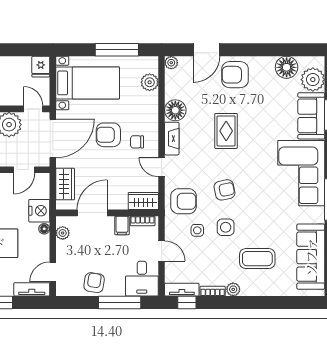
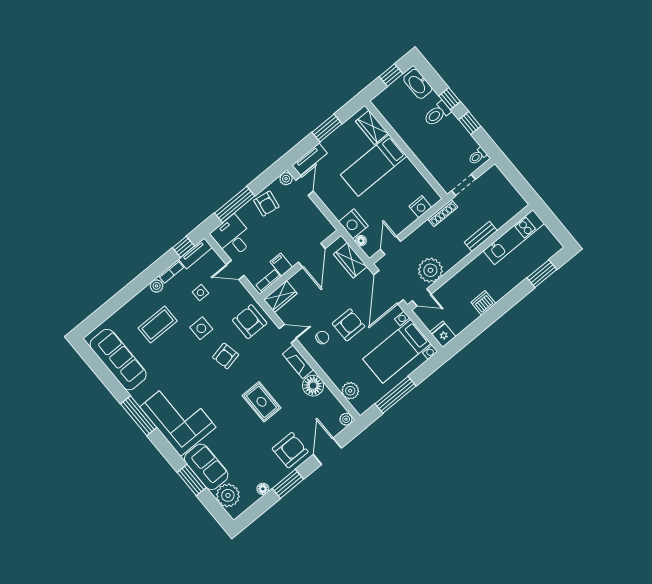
window: (259, 50) -> (288, 484), added
floor lamp: (287, 67) -> (263, 489), width x0.53, depth x0.53
armchair: (184, 201) -> (250, 322), turned 90
floor lamp: (44, 229) -> (361, 241), moved
side table: (197, 230) -> (200, 293), moved
plant: (63, 233) -> (286, 179), moved

